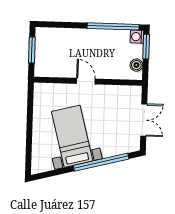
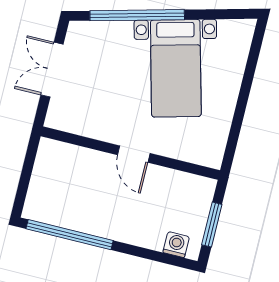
washing machine: (137, 37) -> (176, 245), moved, turned -90
window: (146, 47) -> (22, 190), removed
boiler: (136, 65) -> (45, 163), removed

